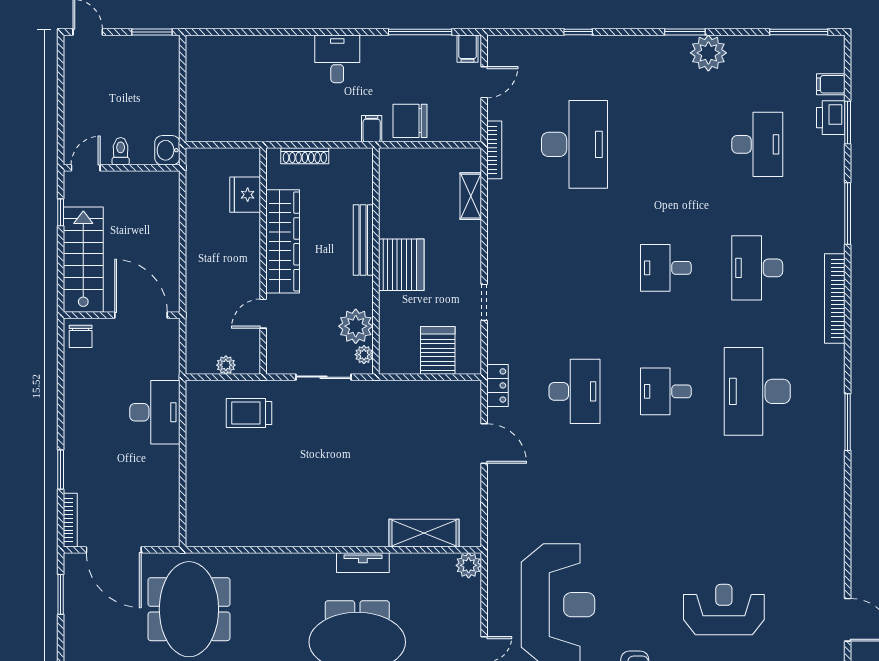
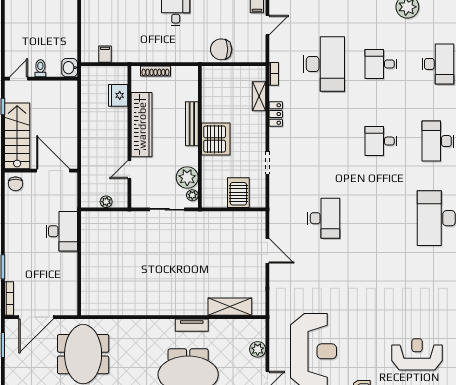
filing cabinet: (372, 129) -> (105, 54), moved
bookcase: (494, 150) -> (274, 74), width x0.64
locker: (497, 385) -> (276, 114), moved
desk: (666, 391) -> (381, 64), moved
trolley: (249, 413) -> (121, 232), removed
door: (114, 550) -> (36, 317), hinge flipped
plant: (469, 565) -> (258, 349), moved

